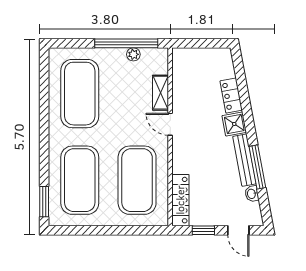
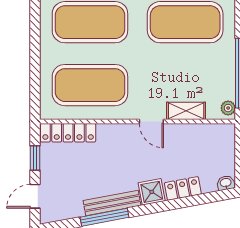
plant: (133, 54) -> (228, 108), moved
door: (170, 124) -> (151, 121), swing flipped
washbasin: (252, 194) -> (226, 183), moved

